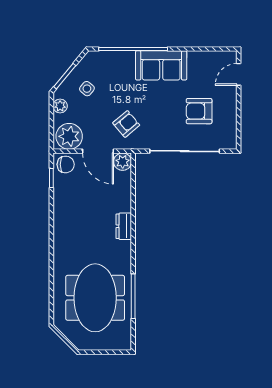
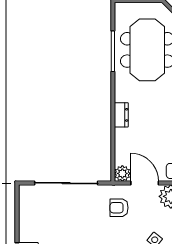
armchair: (199, 111) -> (53, 219), removed
armchair: (126, 124) -> (119, 208), turned 40

